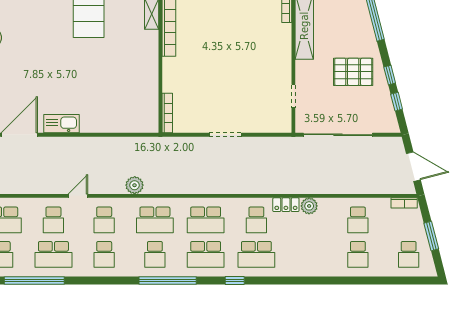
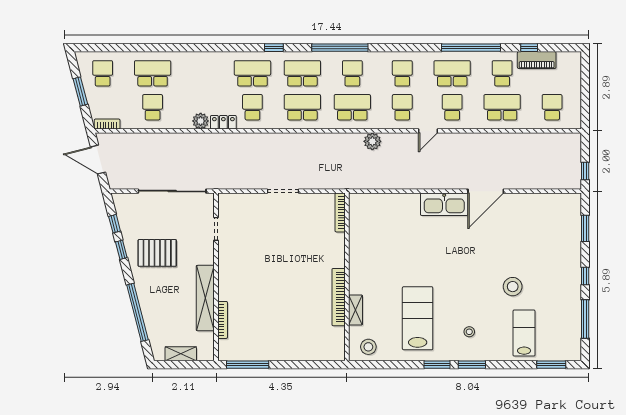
kitchen sink: (62, 124) -> (444, 204), width x1.36, depth x1.24
school desk: (358, 254) -> (153, 73), width x1.85

